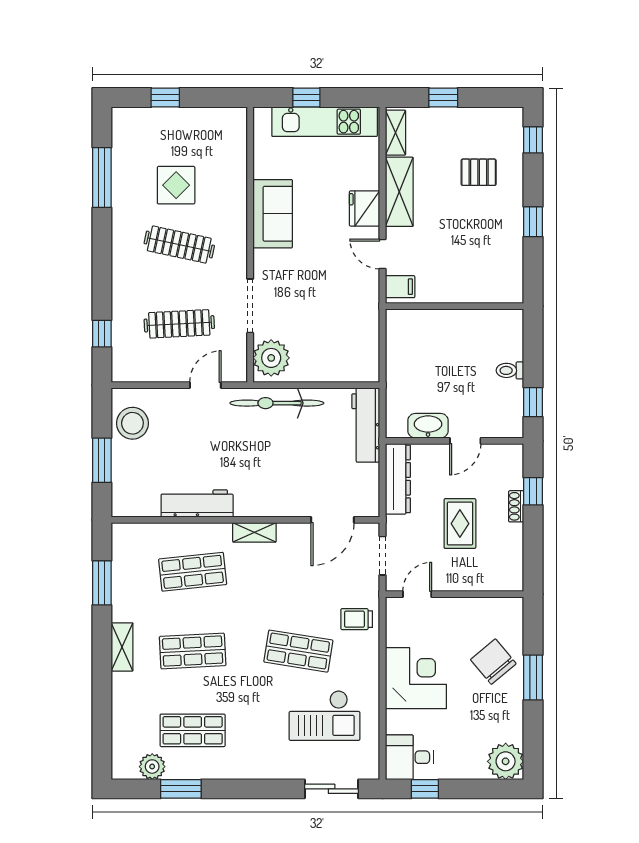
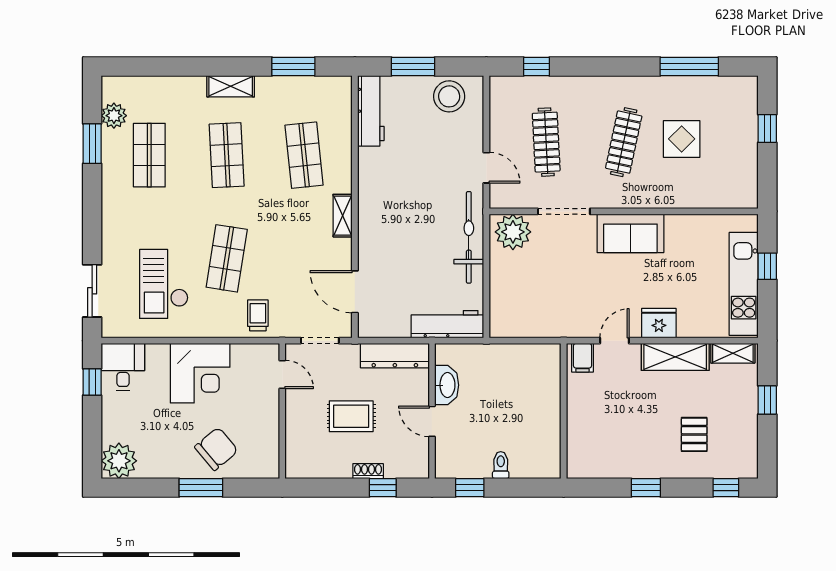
sofa: (273, 214) -> (630, 233), moved
workbench: (197, 503) -> (371, 111), moved

